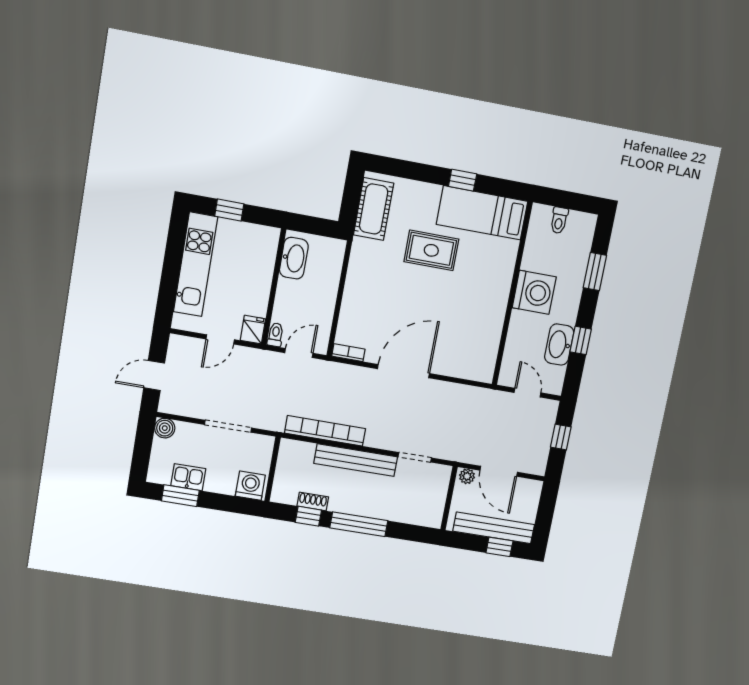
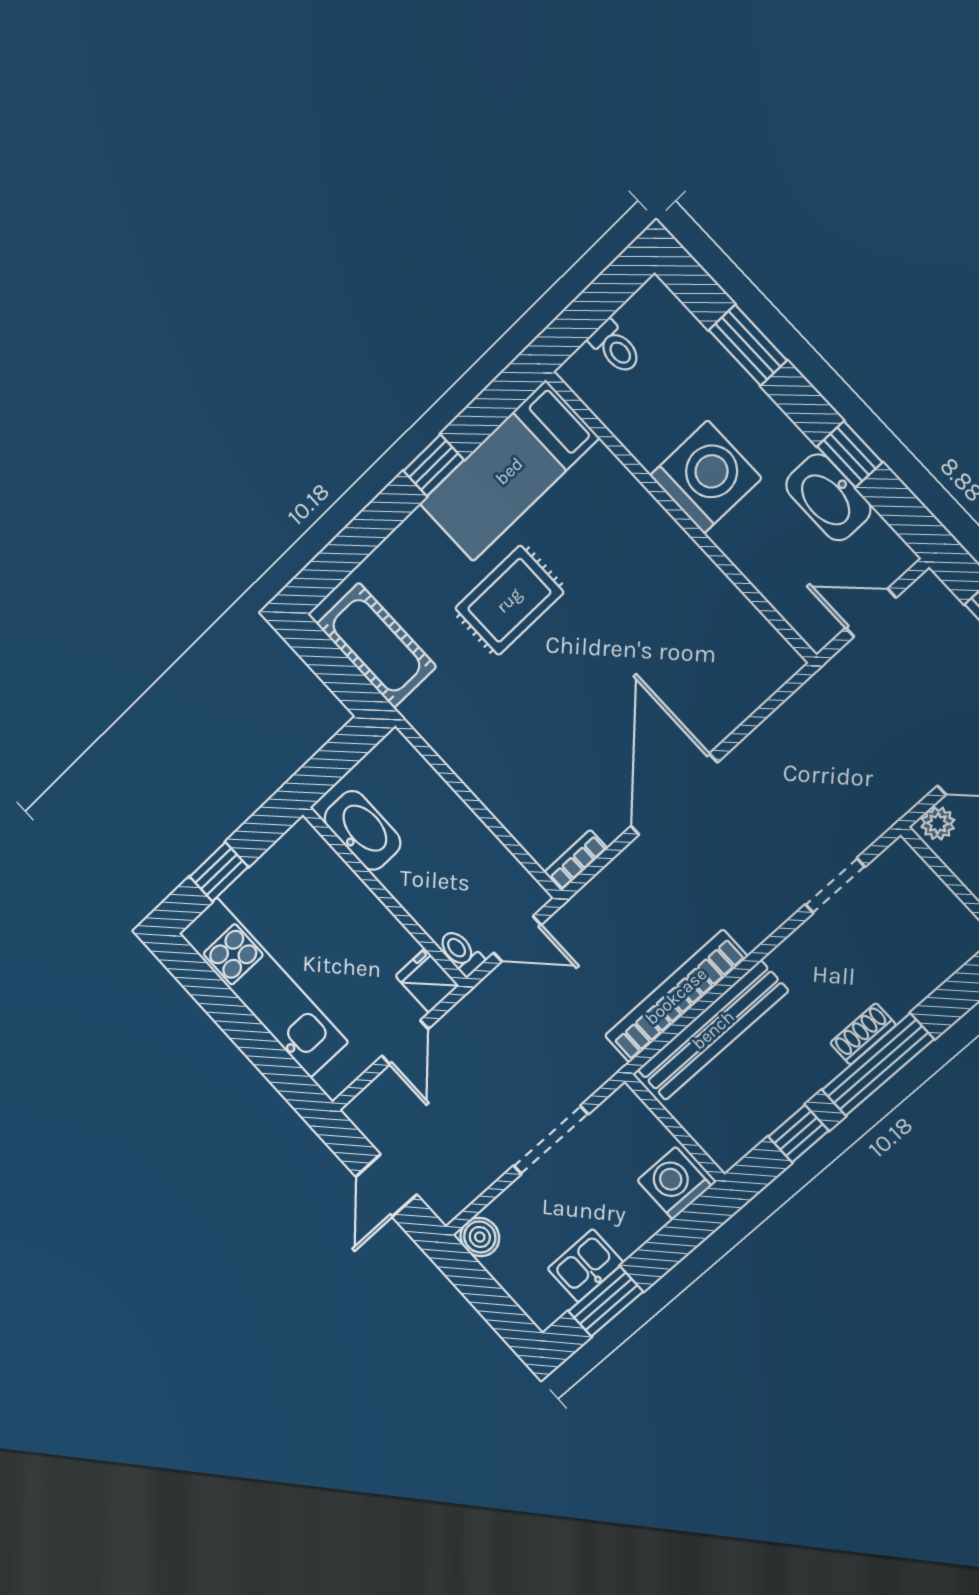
door: (299, 353) -> (517, 939), swing flipped
bench: (356, 460) -> (713, 1030), moved
shoe rack: (313, 501) -> (863, 1034), moved

